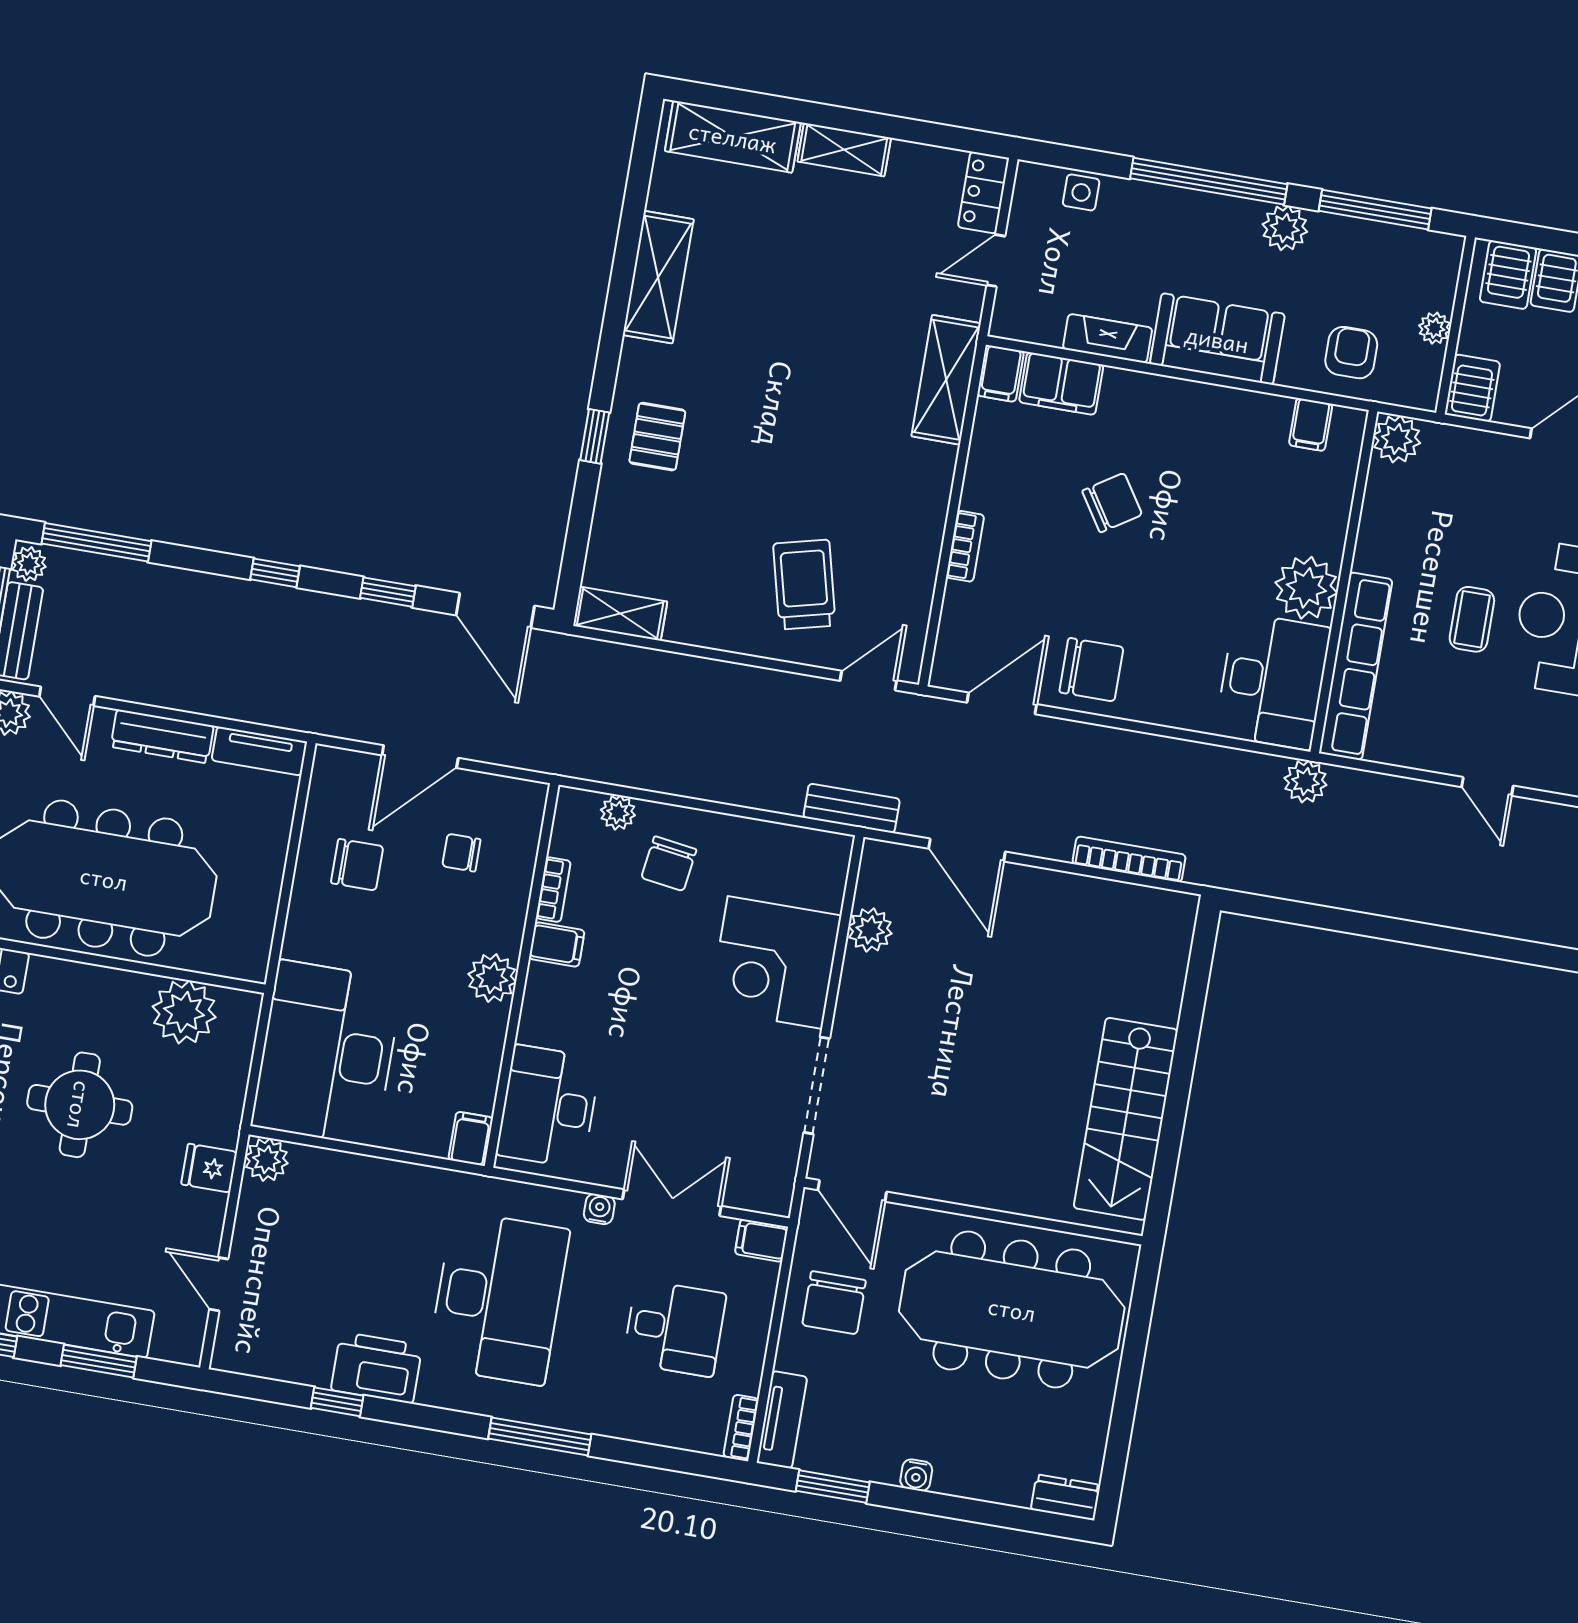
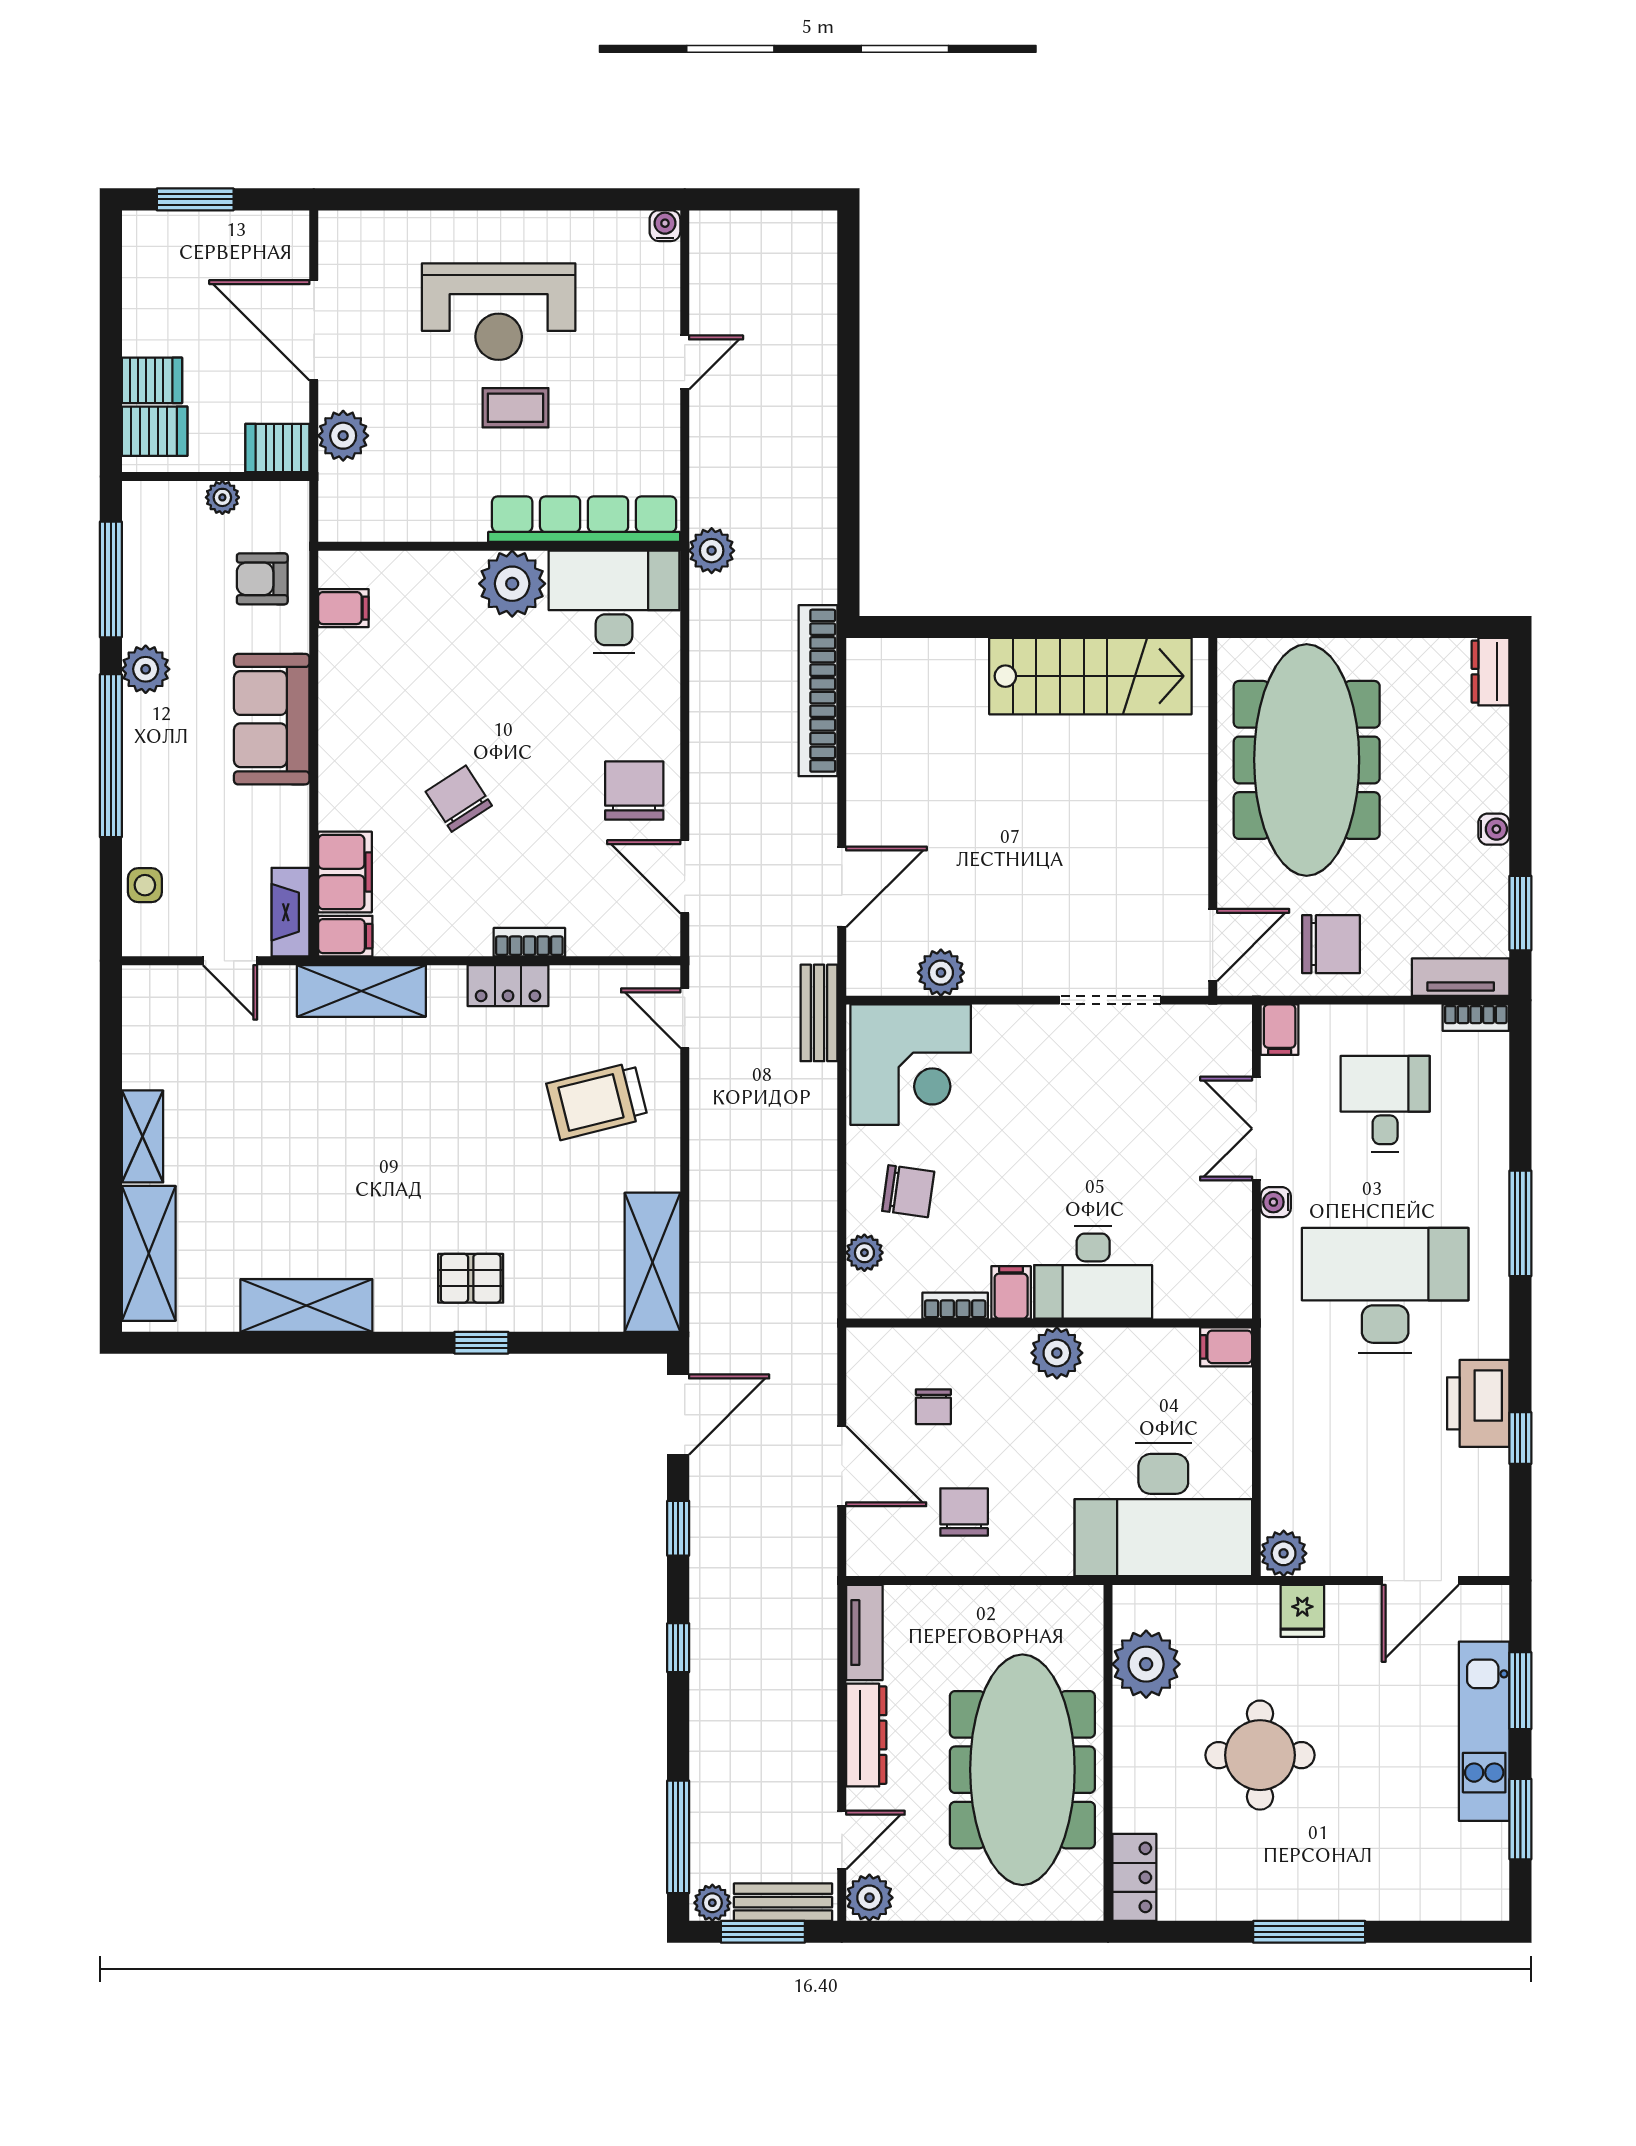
locker: (983, 193) -> (508, 986), moved
fireplace: (1108, 338) -> (290, 912), moved
plant: (1397, 439) -> (343, 436), moved
shelving: (620, 614) -> (653, 1262), width x1.50, depth x1.33
bookcase: (1129, 859) -> (818, 691), width x1.48, depth x1.31
corner desk: (775, 963) -> (911, 1065), moved
desk: (548, 1107) -> (1093, 1272), moved
door: (219, 1284) -> (1420, 1581), width x1.38

